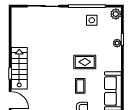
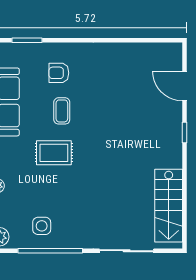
stairs: (19, 68) -> (169, 206), moved

